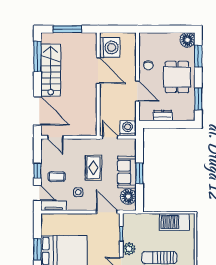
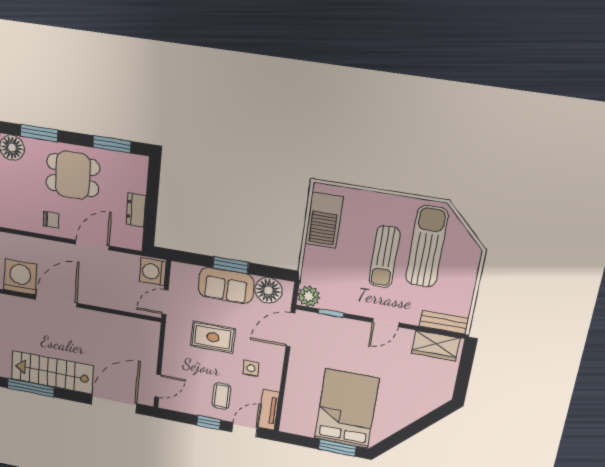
plant: (129, 249) -> (309, 296), moved

